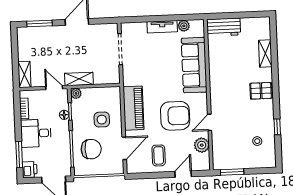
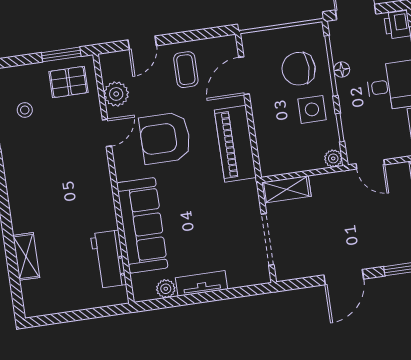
workbench: (224, 27) -> (108, 259), moved, turned -90
shelving: (79, 79) -> (286, 189), moved
pallet: (261, 91) -> (68, 82), moved
floor lamp: (64, 115) -> (342, 70), moved
side table: (102, 120) -> (312, 109), moved

